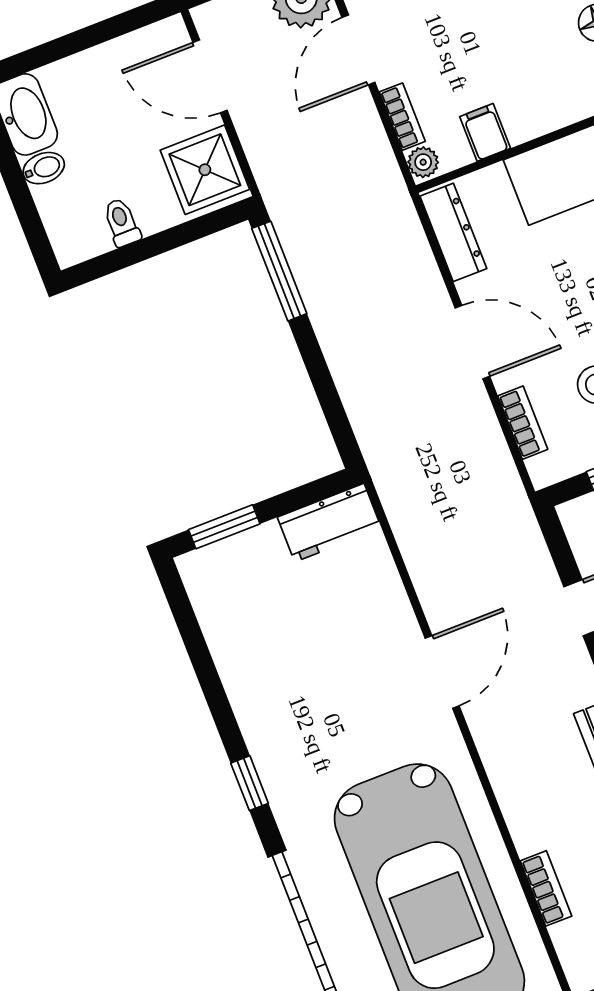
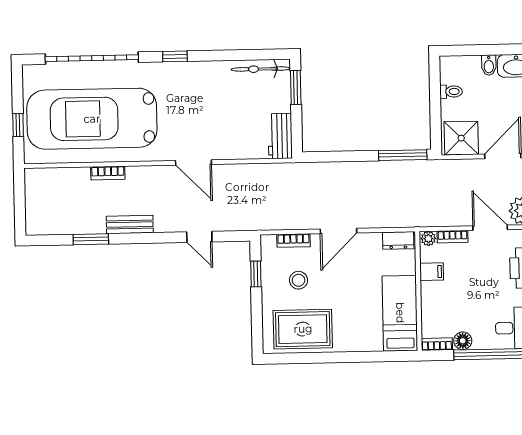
dresser: (453, 232) -> (398, 240), width x0.70
bicycle: (213, 608) -> (261, 69), added
bookcase: (546, 888) -> (108, 173), moved

